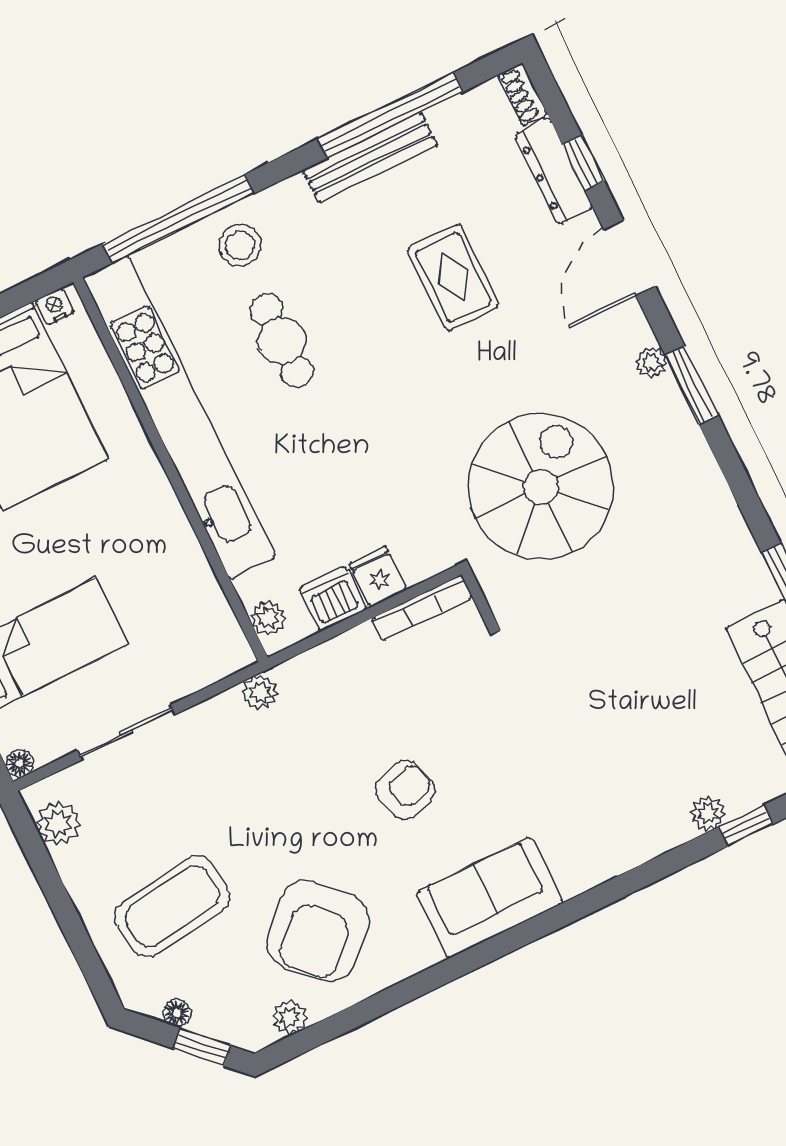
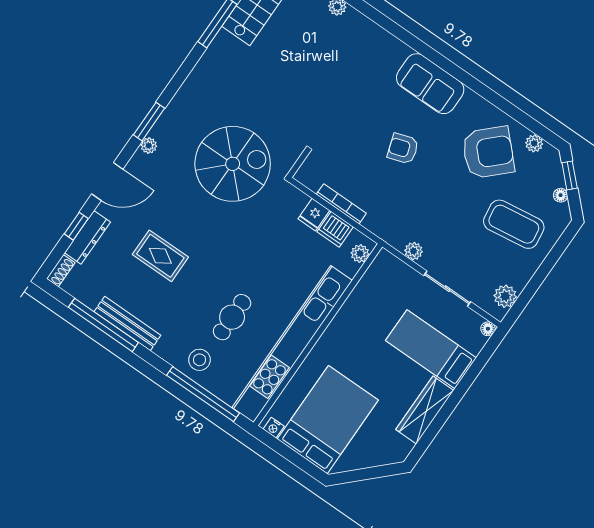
rug: (453, 277) -> (160, 256), turned 90
spiral stairs: (541, 487) -> (233, 164), turned 180
bookcase: (422, 608) -> (341, 204), moved
plant: (260, 692) -> (414, 251), moved

